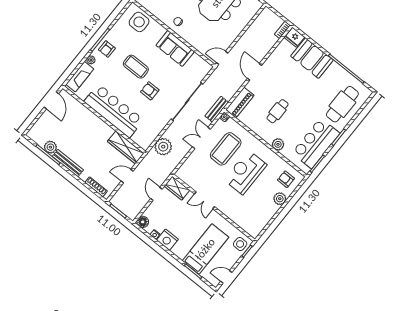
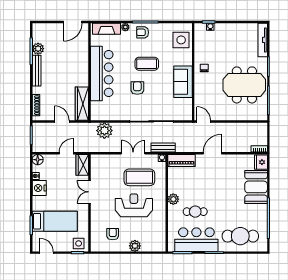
coffee table: (136, 67) -> (147, 64), turned 90
cafe table: (278, 111) -> (195, 212), moved
plant: (278, 144) -> (173, 199), moved
armchair: (286, 179) -> (113, 234), moved

